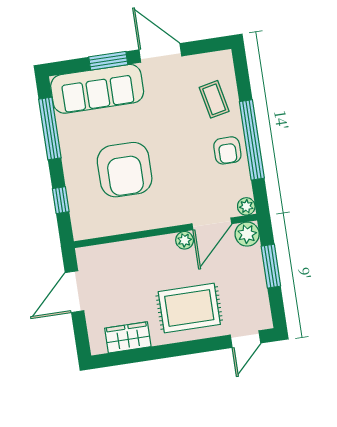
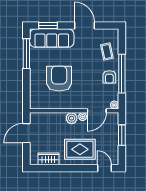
window: (108, 61) -> (48, 25), moved
armchair: (125, 170) -> (59, 79), turned 180
window: (61, 200) -> (26, 89), removed
plant: (247, 234) -> (72, 118), moved
door: (246, 339) -> (105, 168), swing flipped

